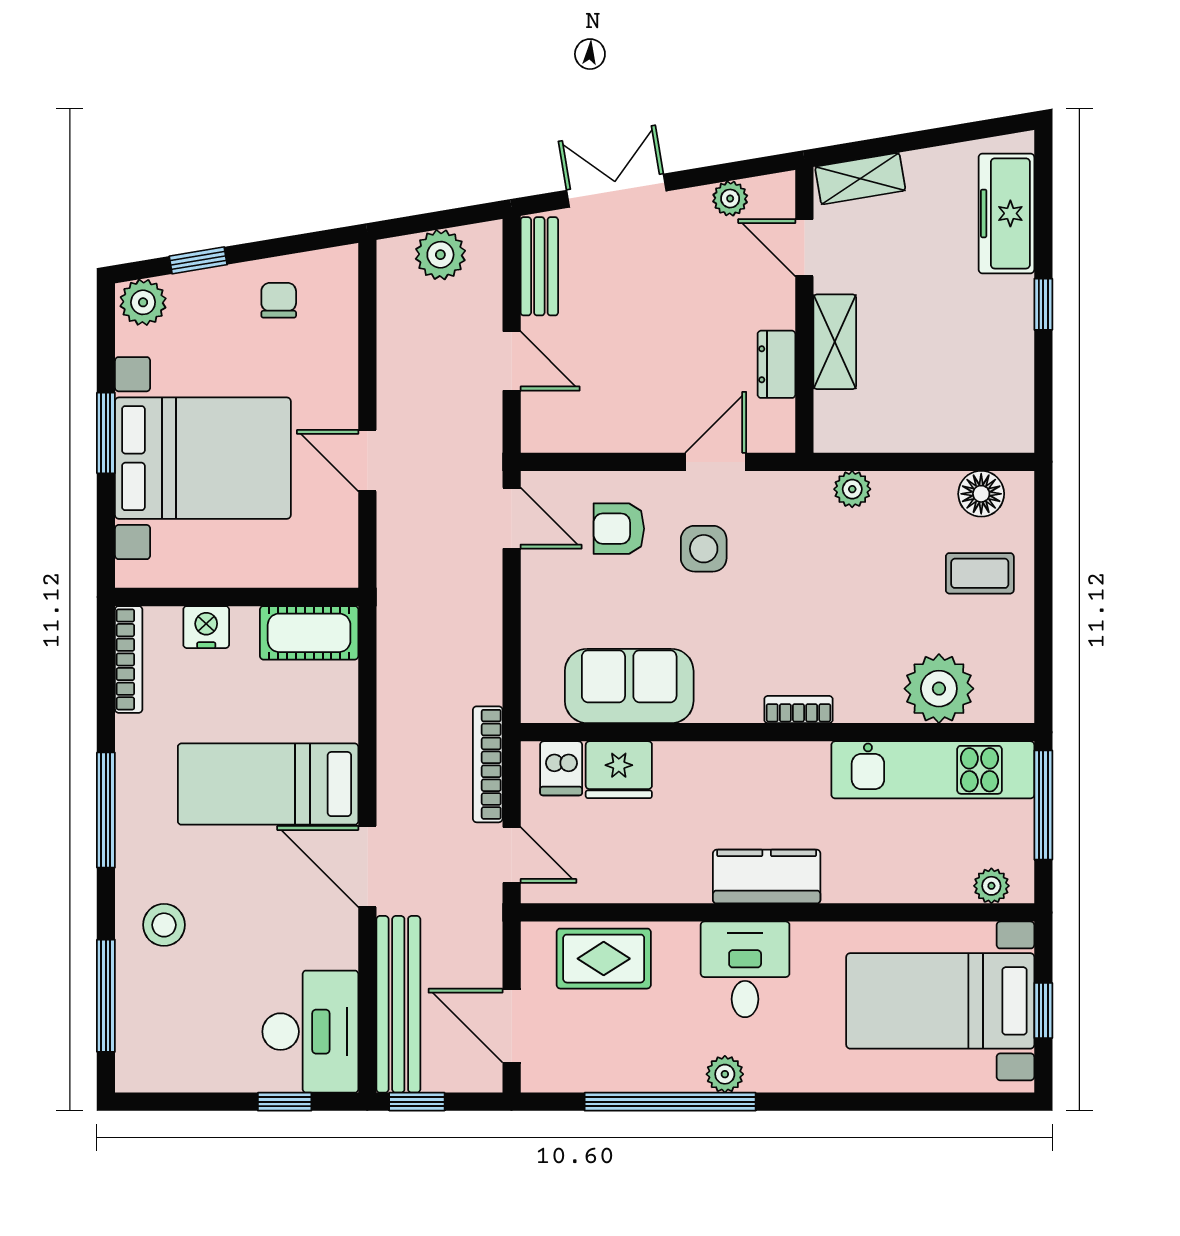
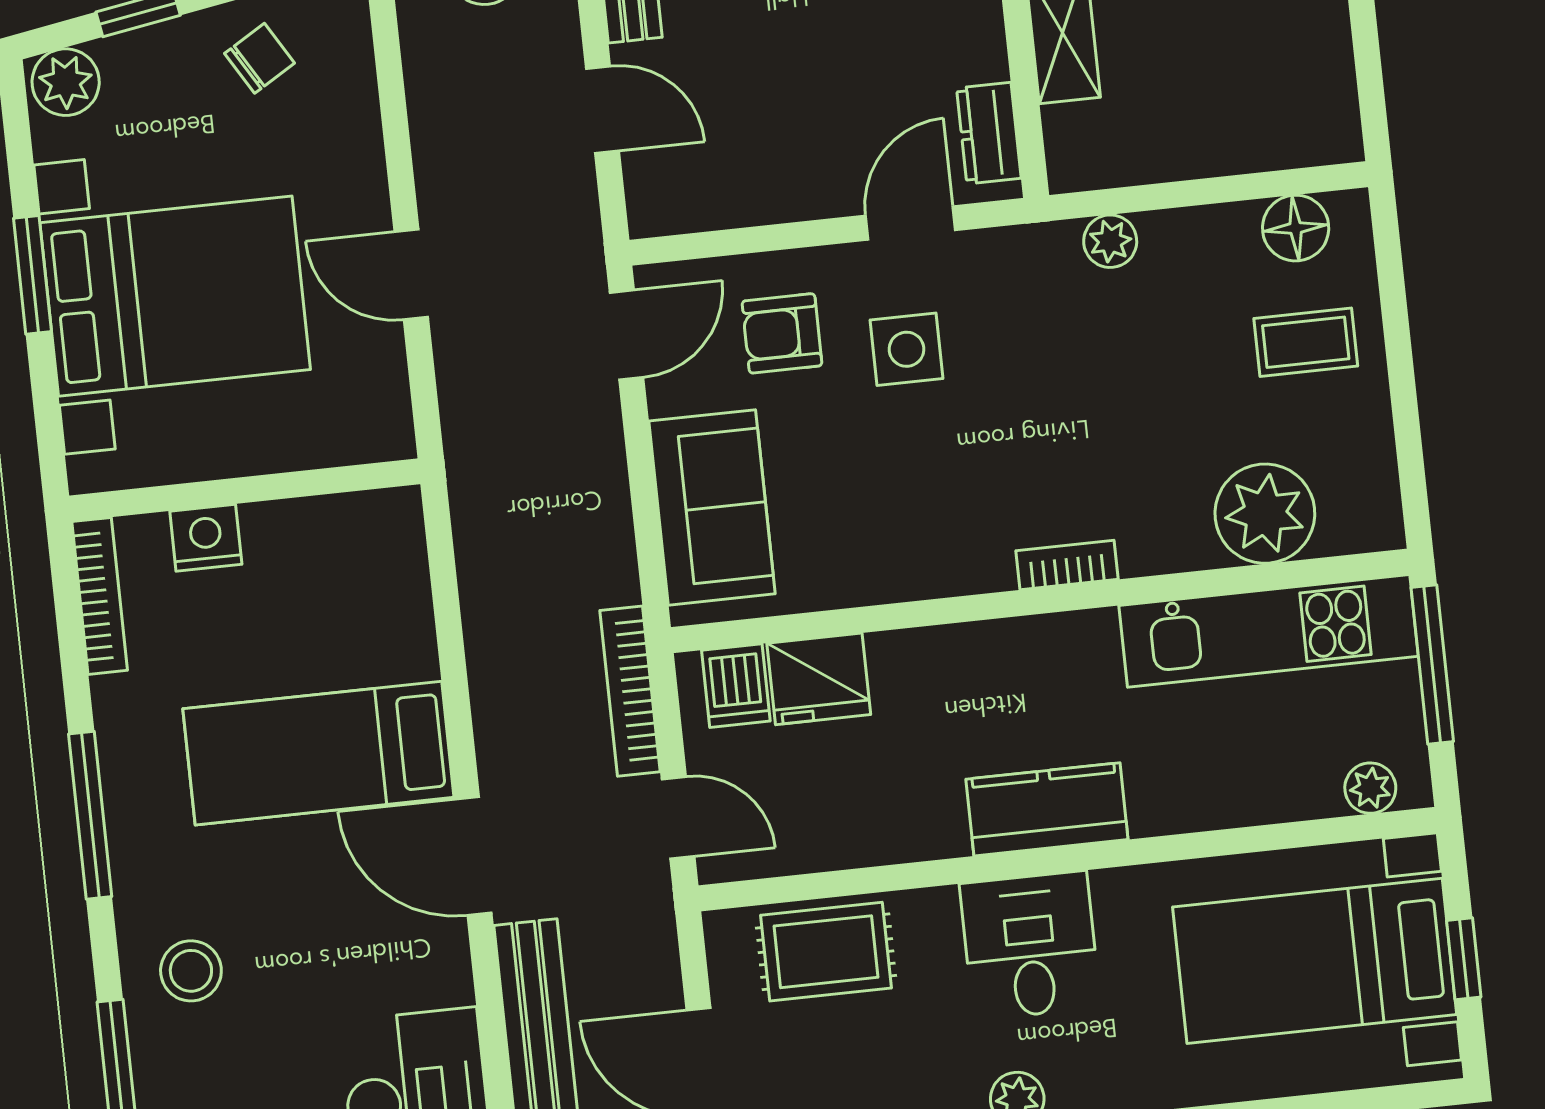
chair: (279, 300) -> (260, 58), turned 59
dresser: (776, 364) -> (989, 133), moved
door: (512, 518) -> (627, 335), hinge flipped
cot: (309, 633) -> (354, 530), removed
sofa: (629, 686) -> (712, 507), moved, turned 90

